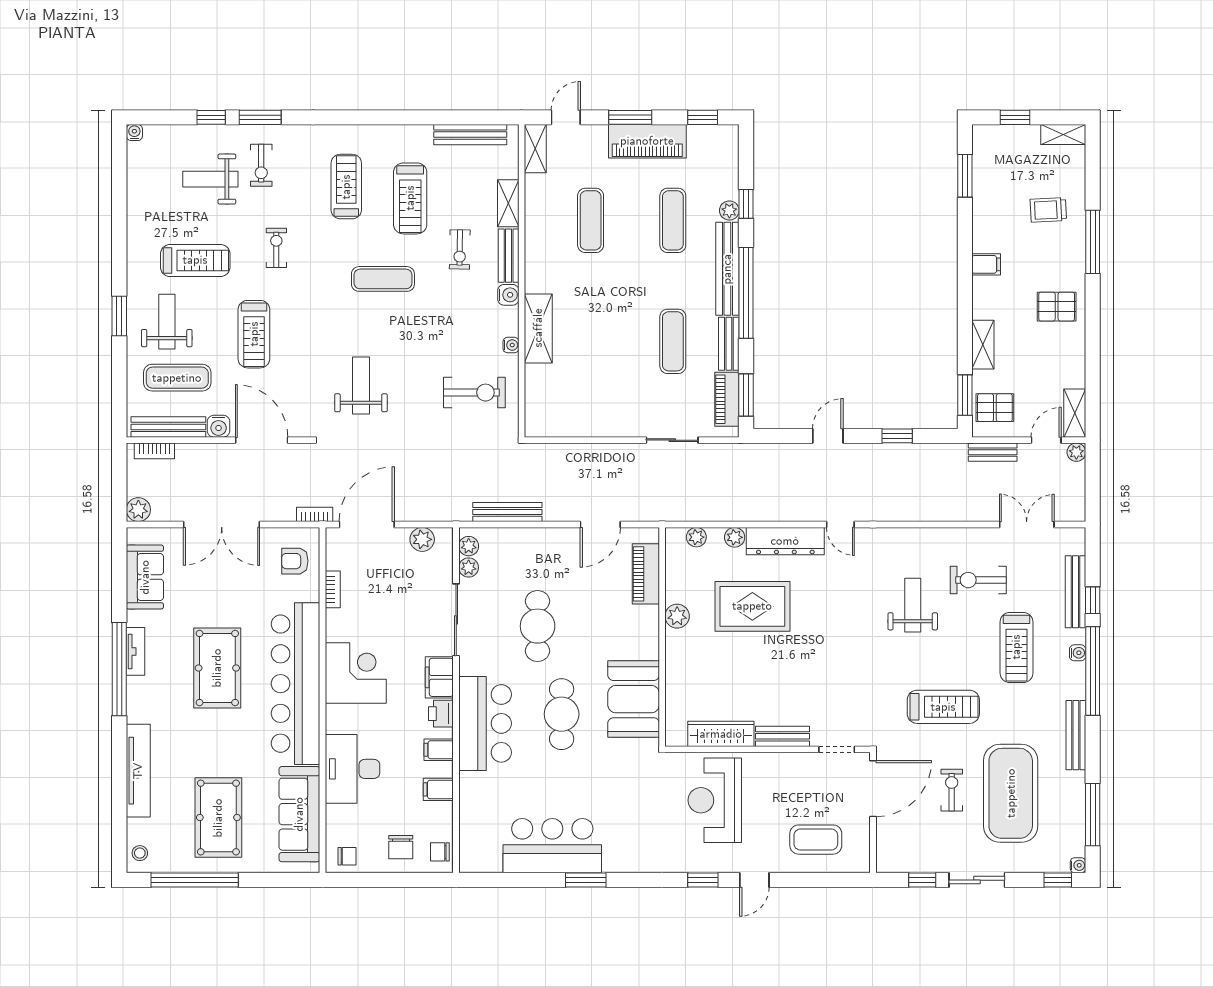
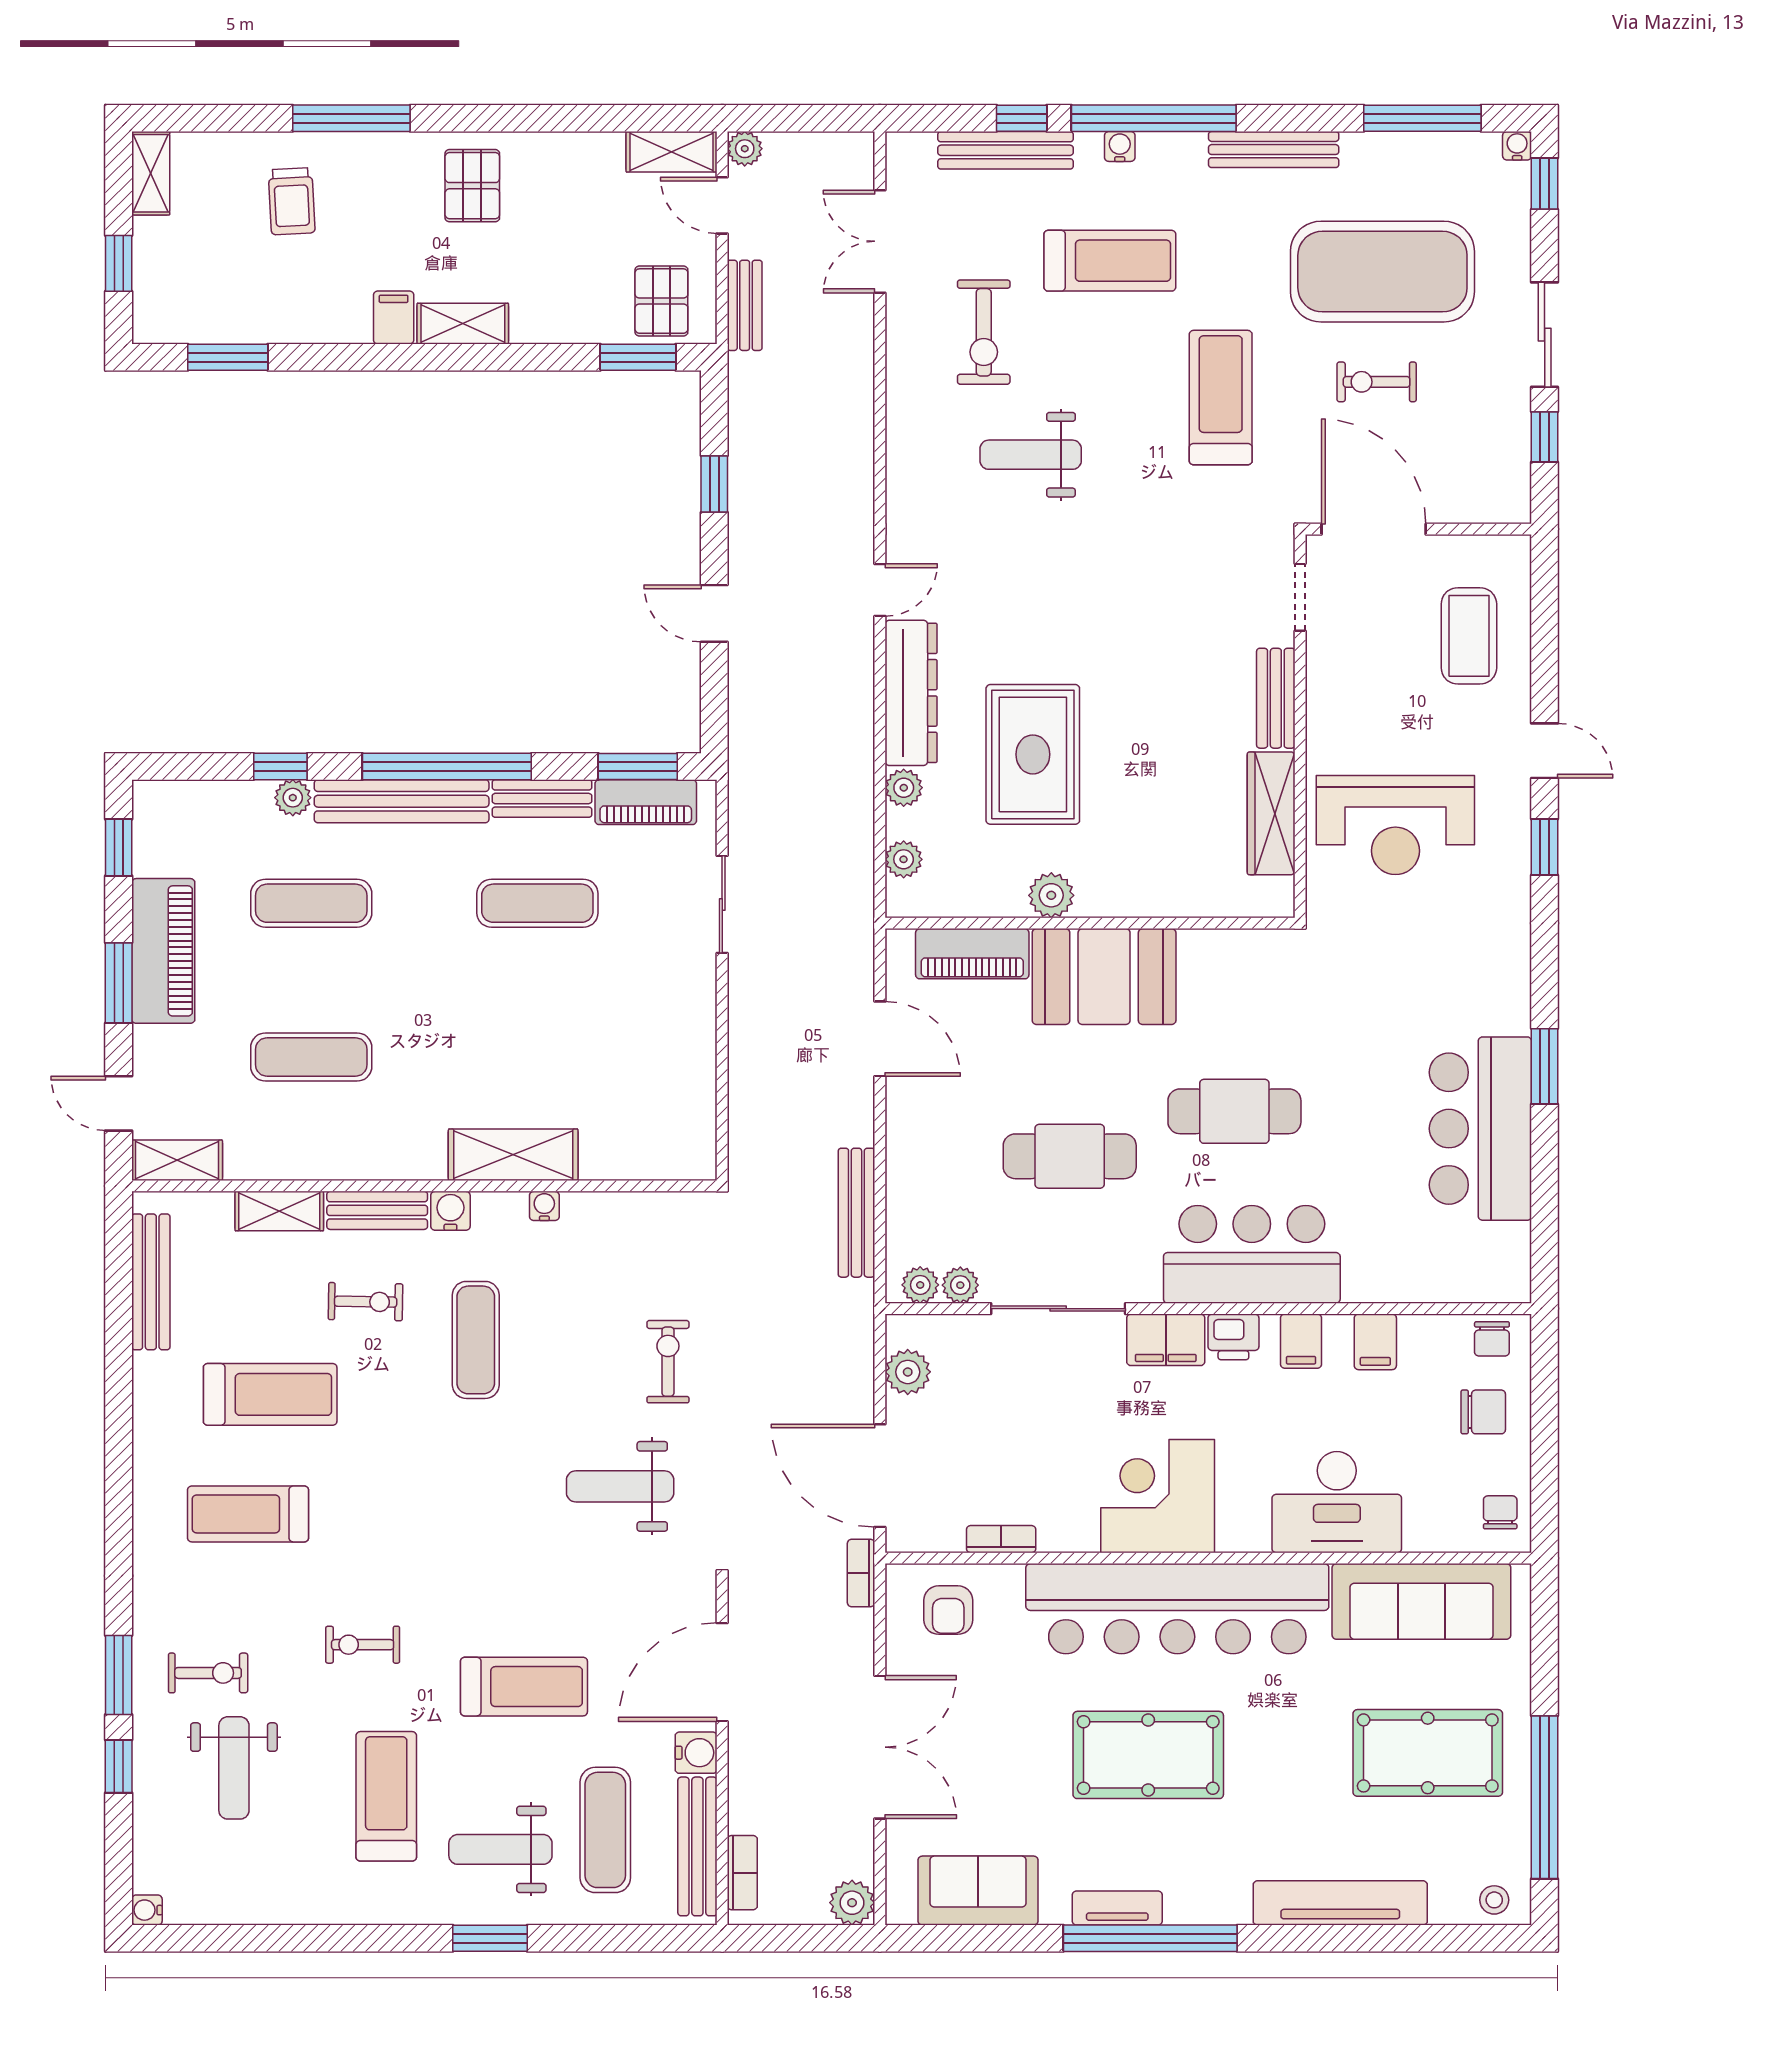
exercise mat: (383, 279) -> (476, 1340), moved
shelving: (983, 345) -> (463, 324), moved
exercise bike: (474, 393) -> (668, 1362), moved, width x0.73, depth x0.72
booth: (634, 699) -> (1104, 977), moved

